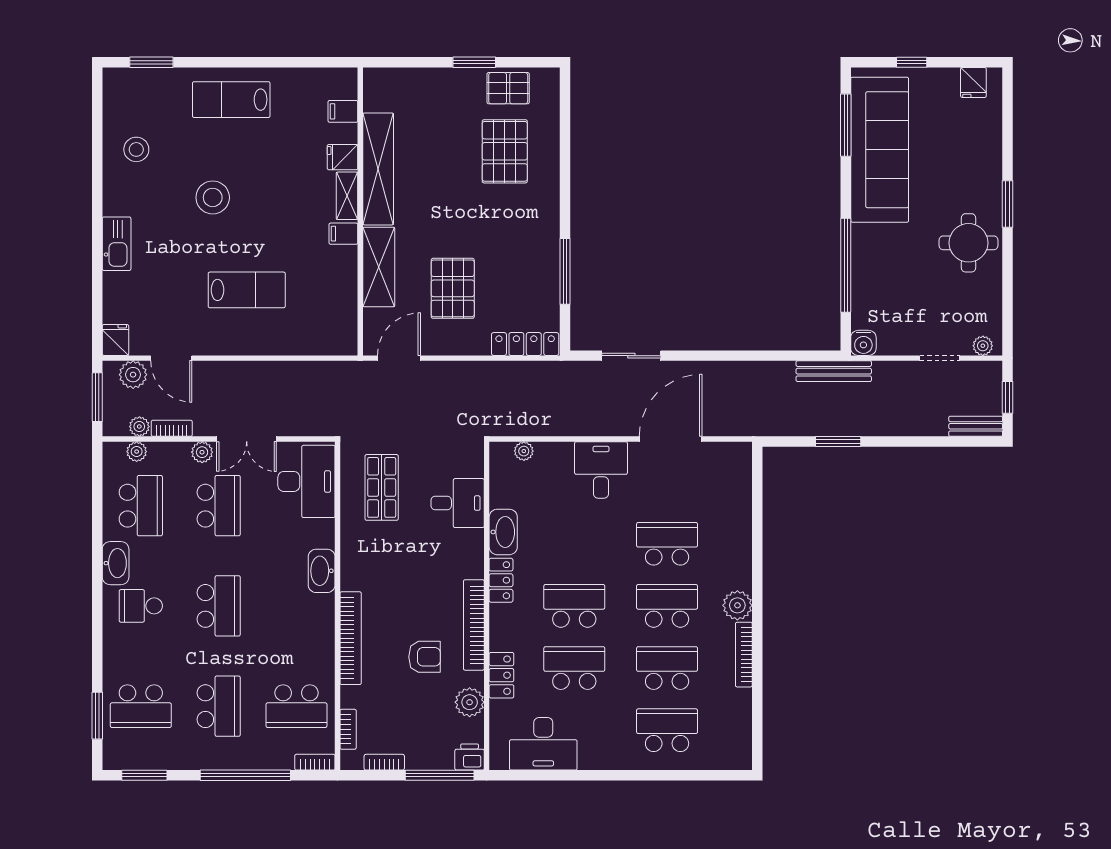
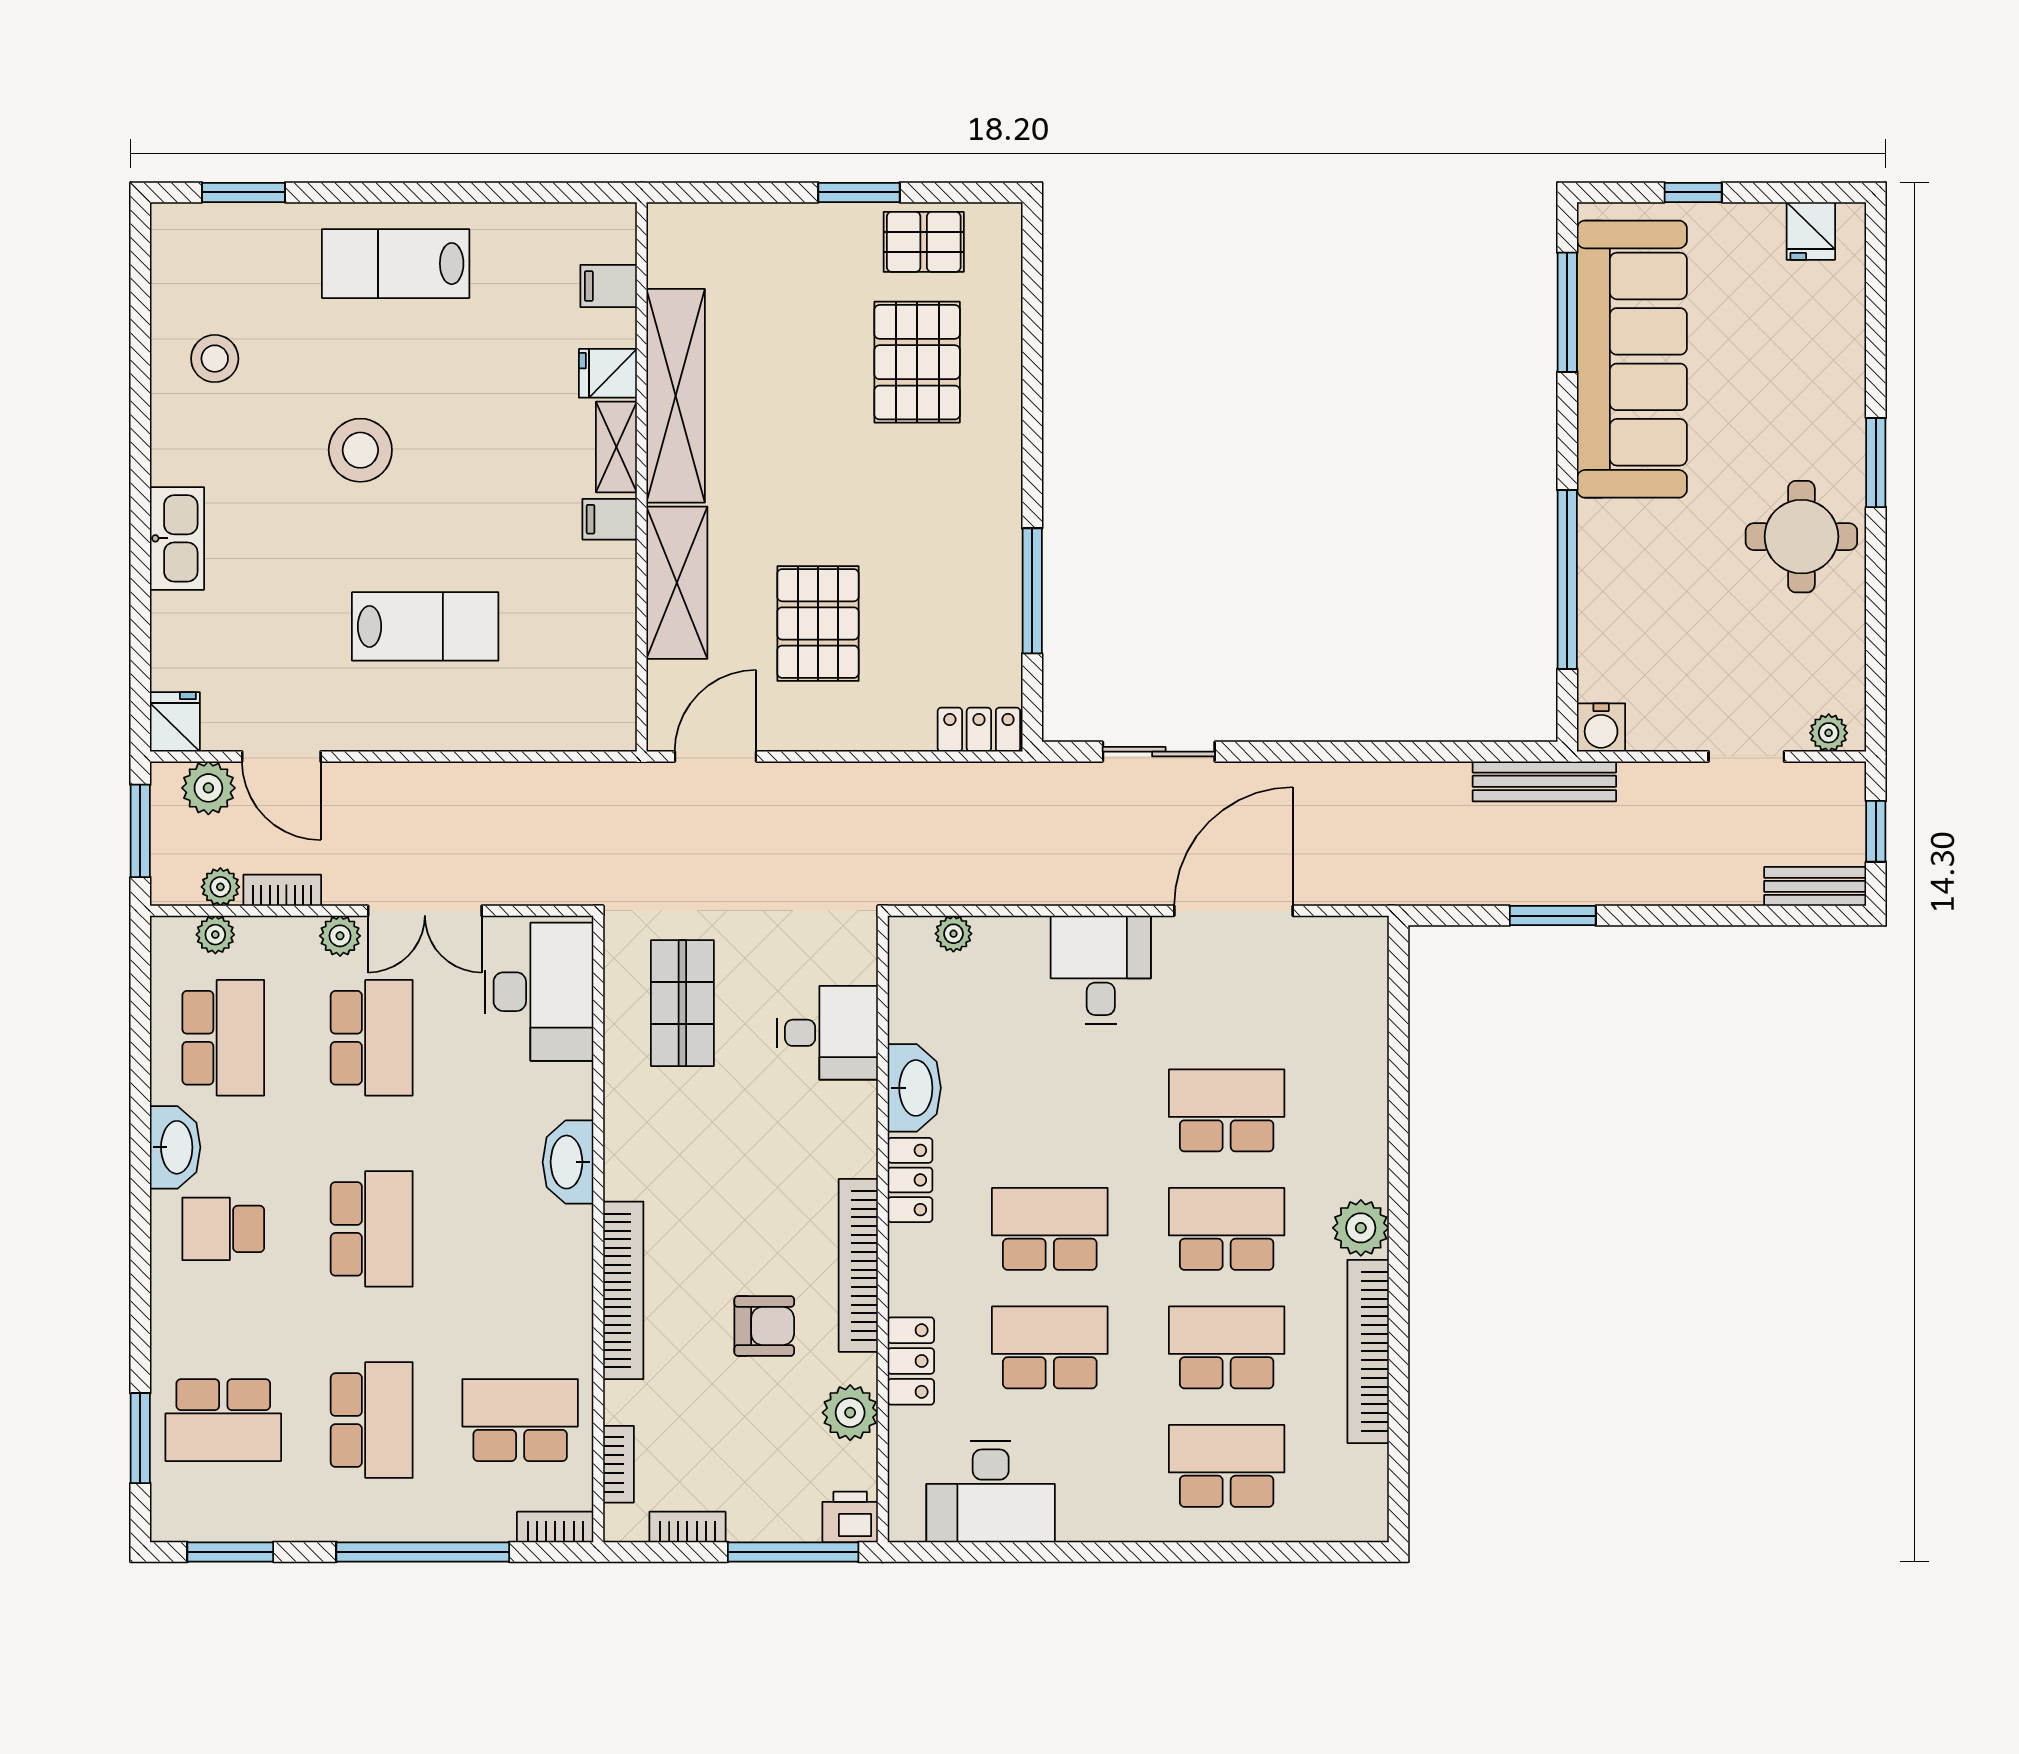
locker: (525, 344) -> (979, 730), width x0.66
bookcase: (744, 655) -> (1368, 1351), width x1.48, depth x1.31
school desk: (296, 706) -> (520, 1420), turned 180

